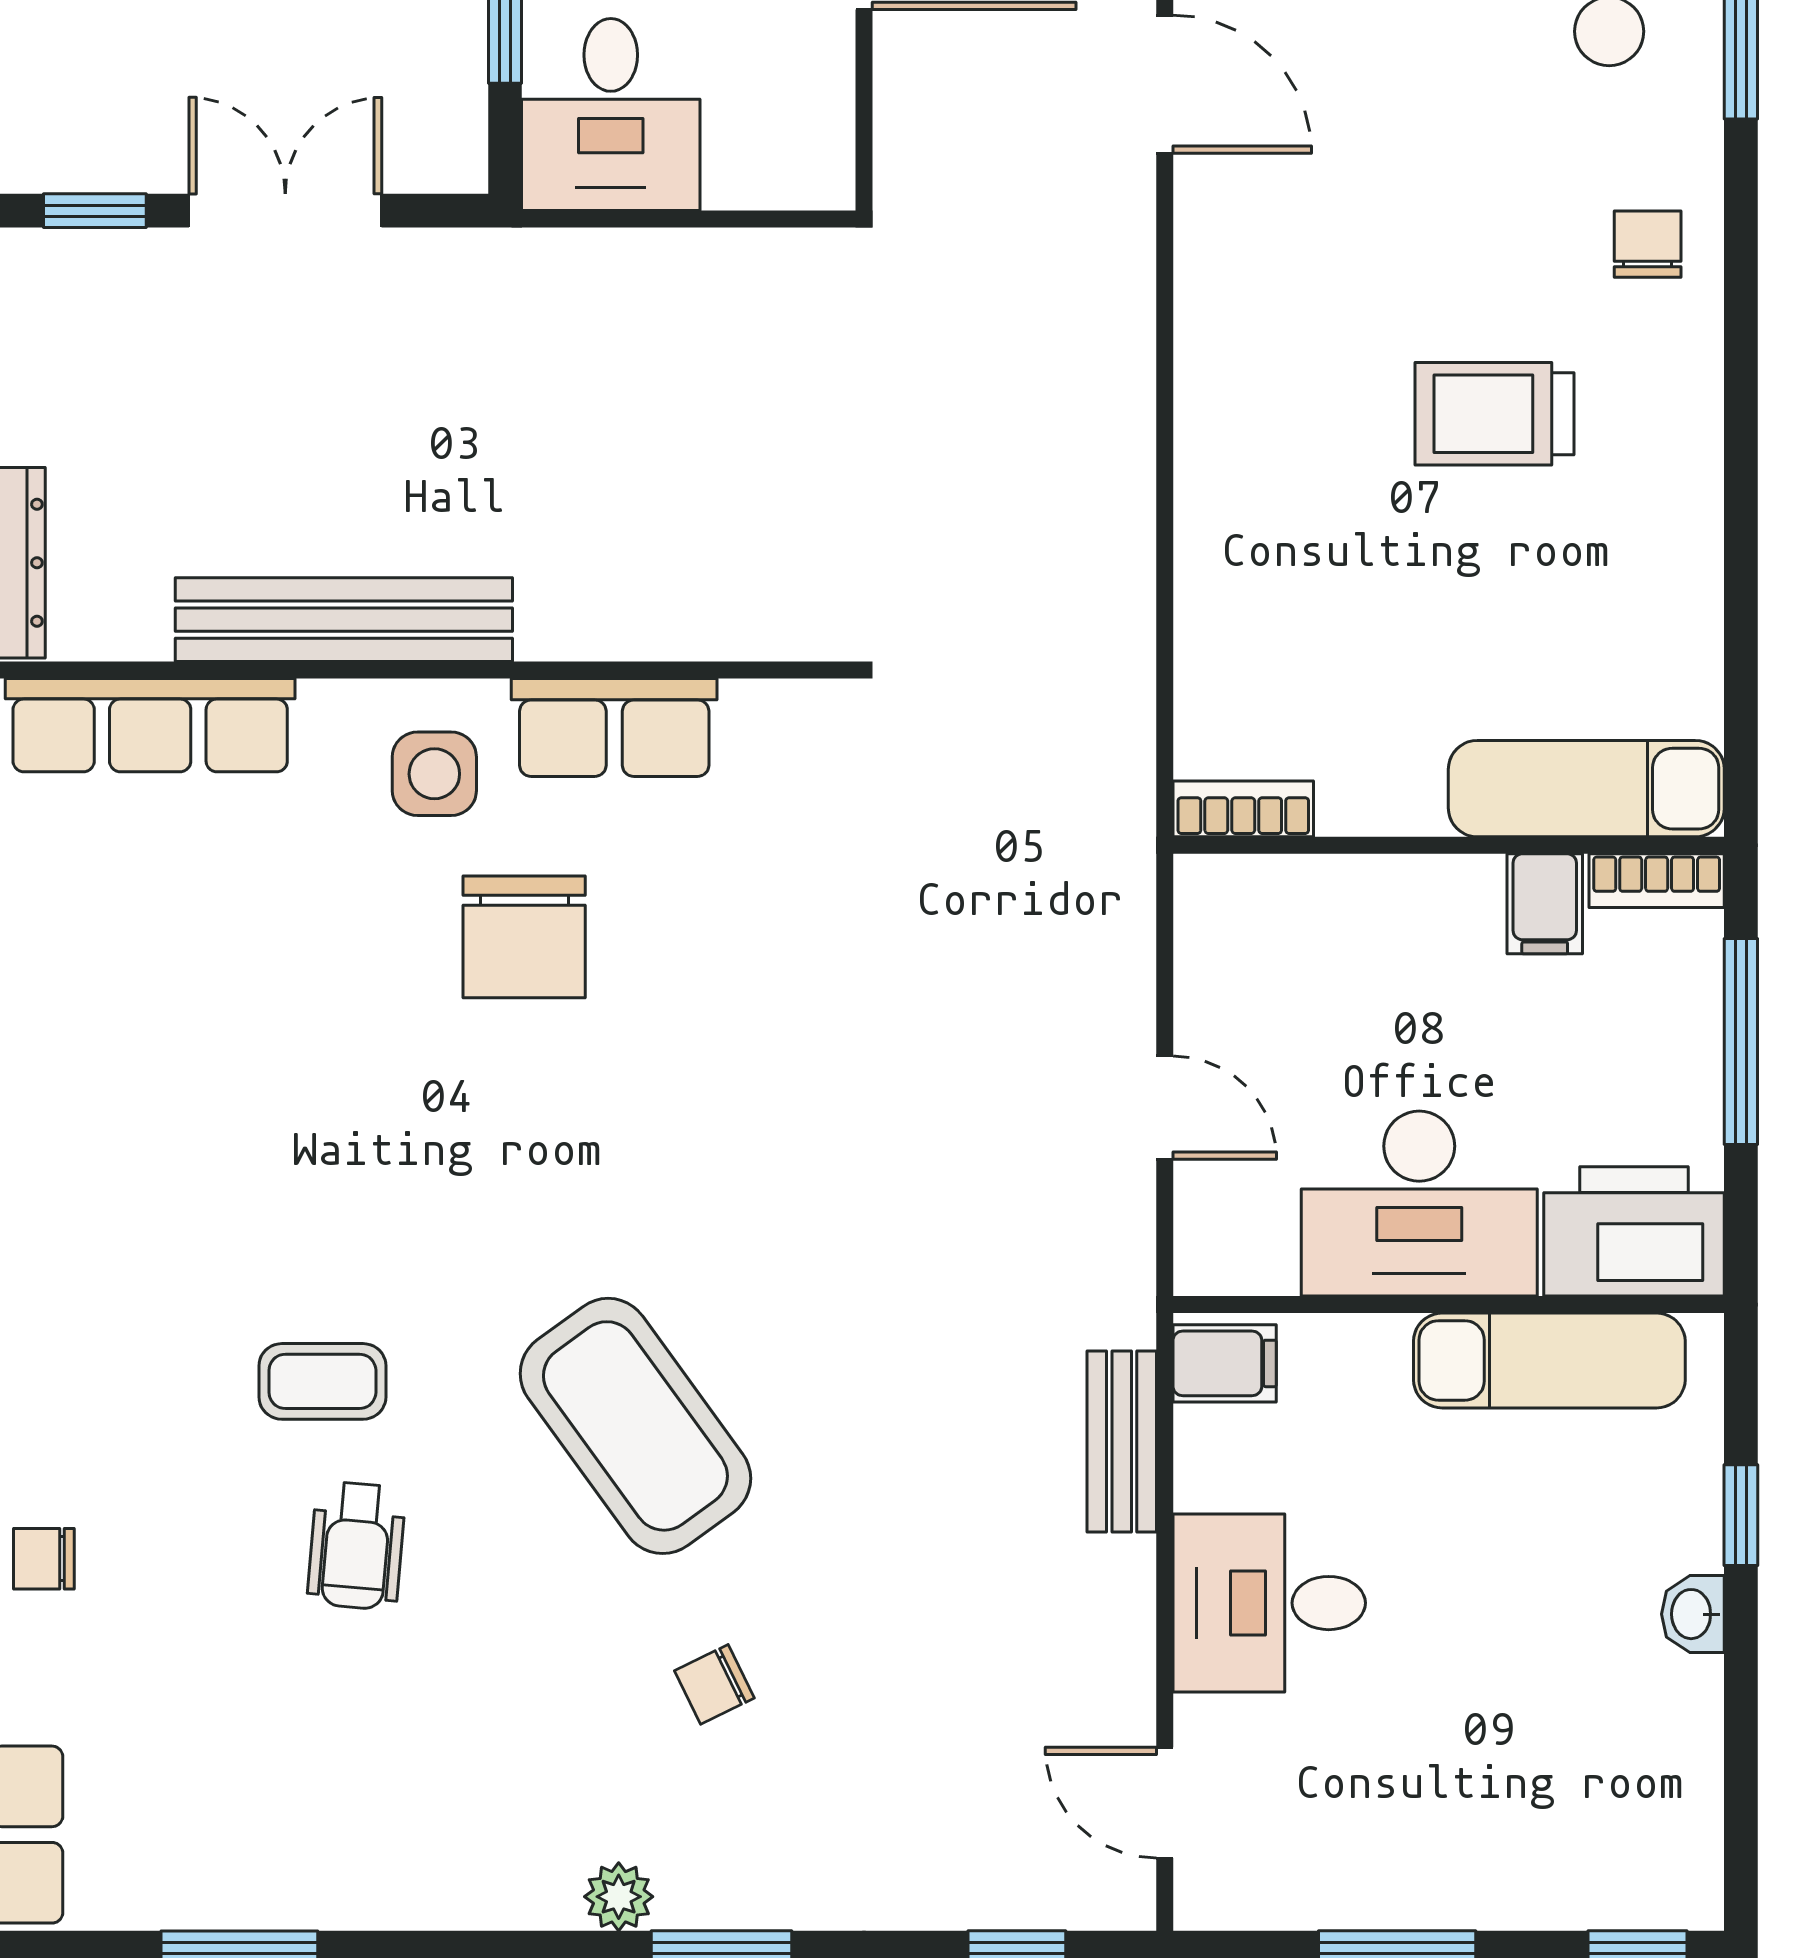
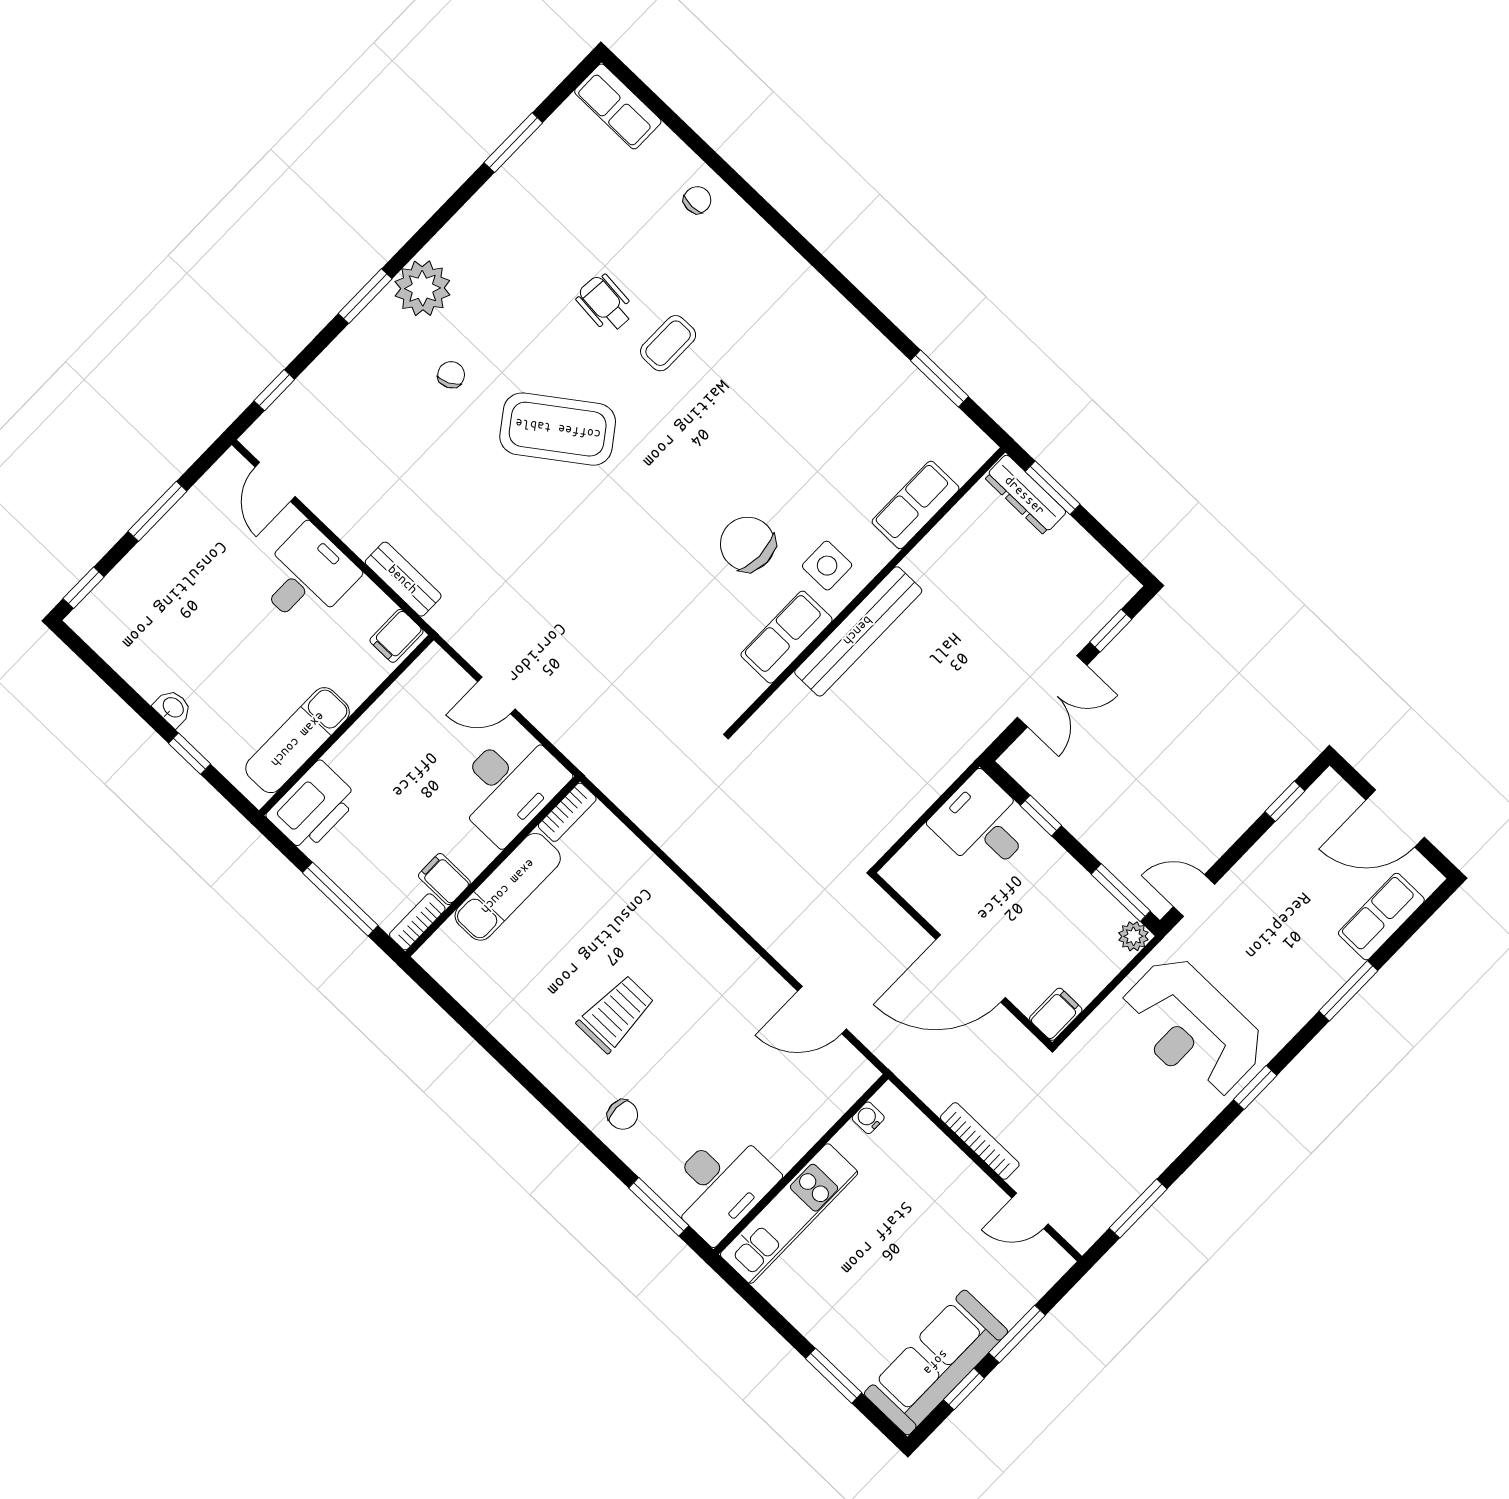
bench: (344, 620) -> (858, 631), moved
row of seats: (150, 725) -> (916, 505), width x0.68
exam couch: (1586, 789) -> (508, 887), moved
desk: (1419, 1204) -> (509, 785), moved, turned 180
door: (1165, 1803) -> (275, 482), swing flipped
plant: (619, 1897) -> (422, 288), width x1.88, depth x1.88

